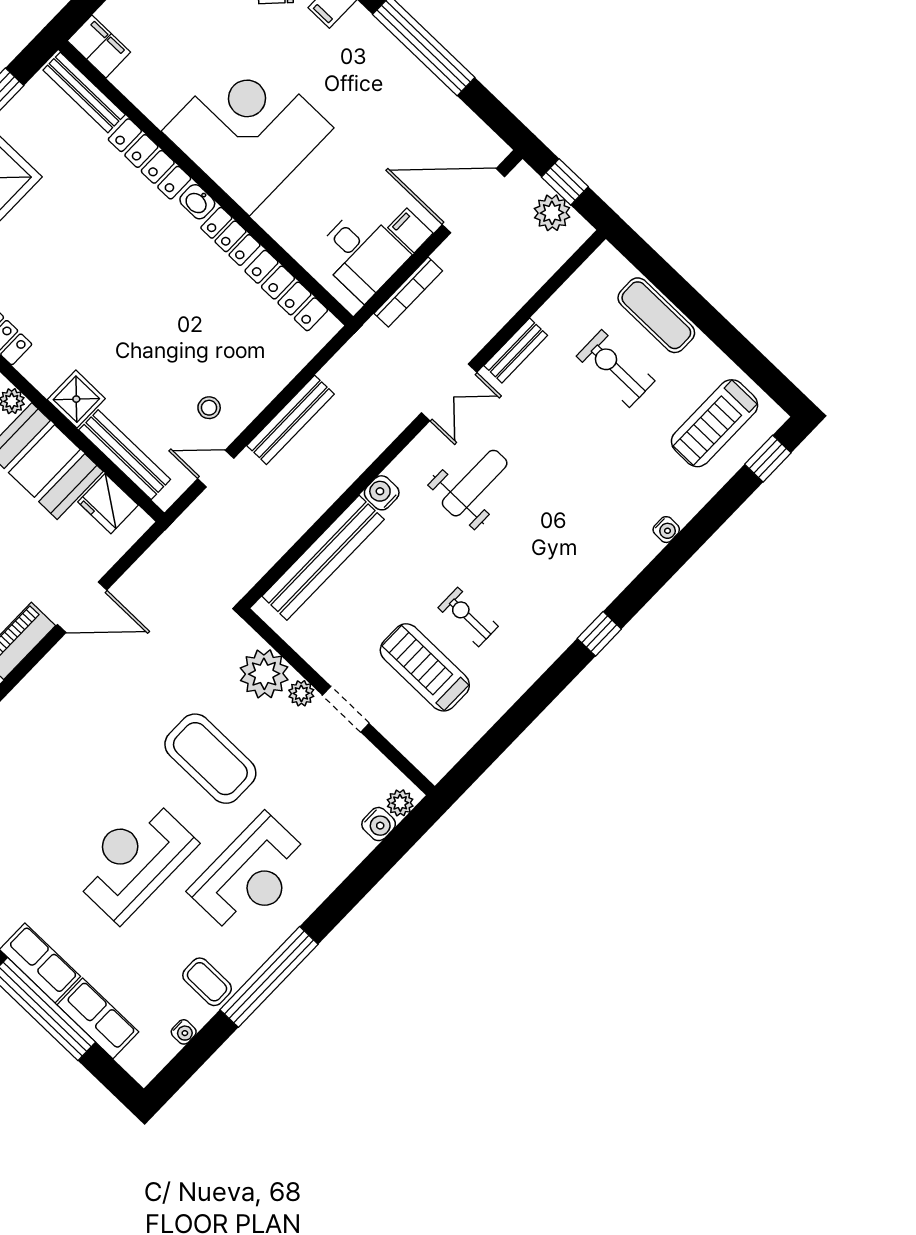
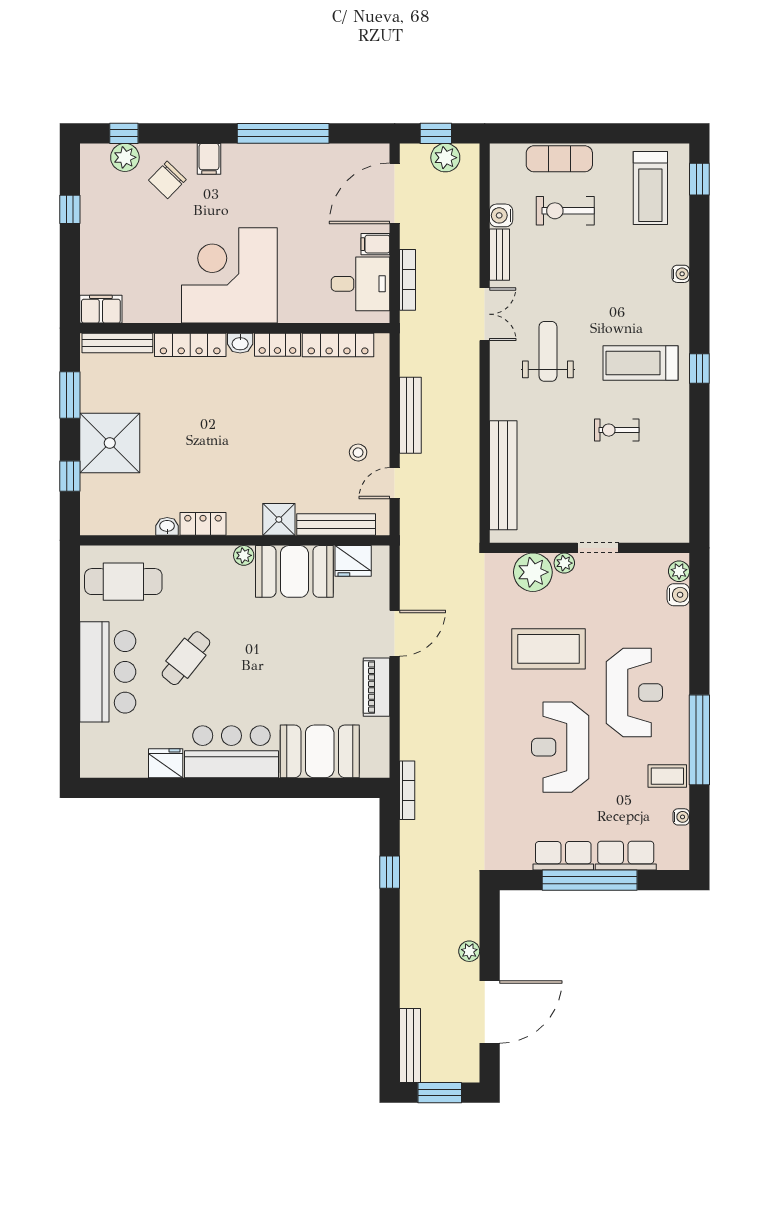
water cooler: (382, 493) -> (501, 215), moved
treadmill: (425, 667) -> (641, 363), moved

